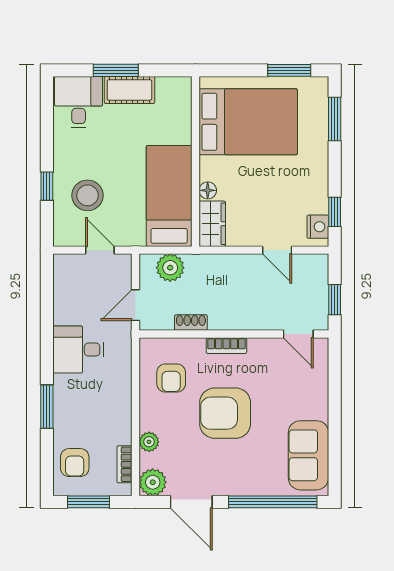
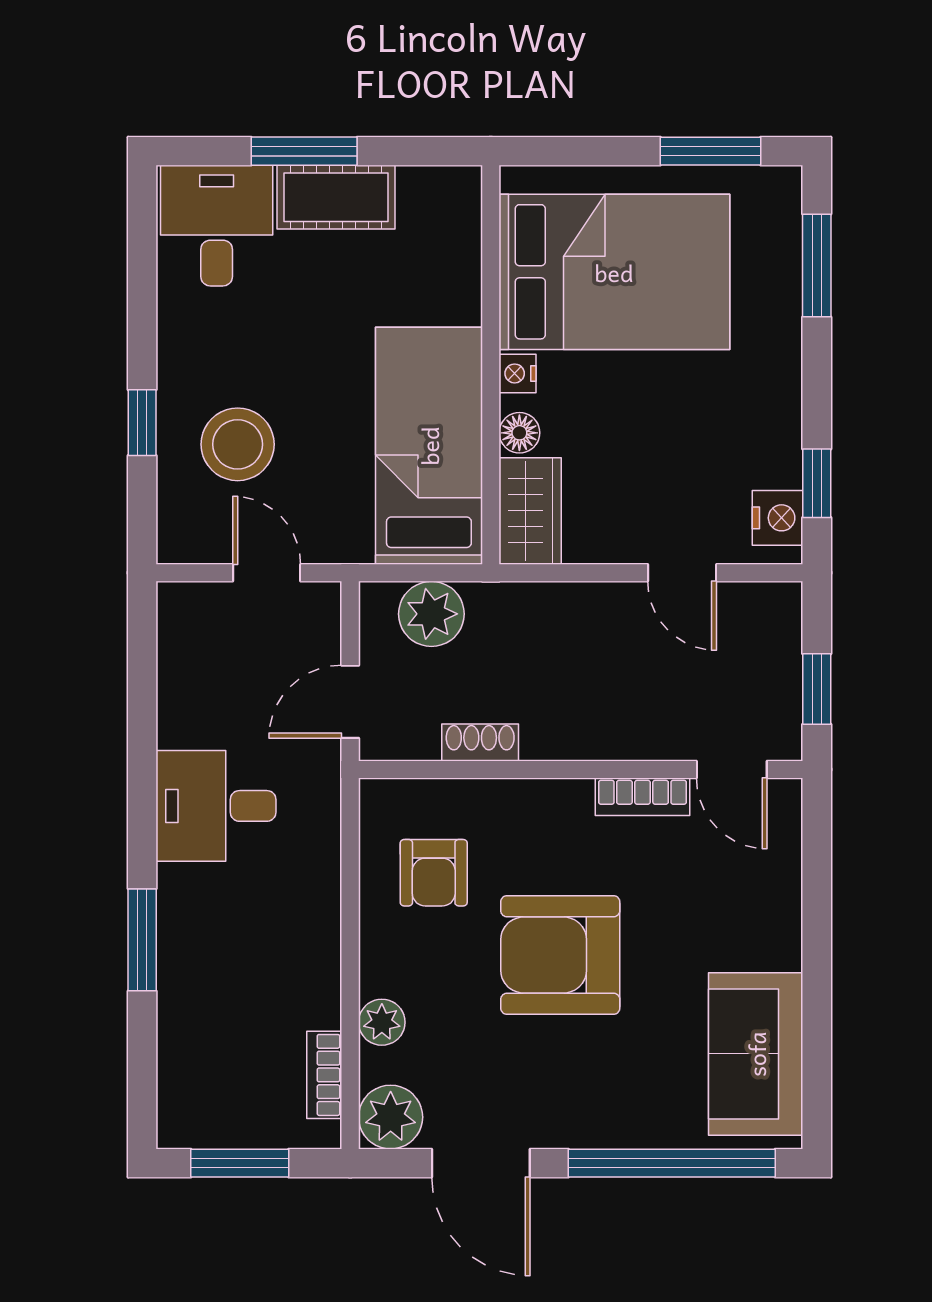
nightstand: (207, 165) -> (518, 373), added
bookcase: (226, 346) -> (643, 797), moved
armchair: (75, 463) -> (208, 1071), removed

